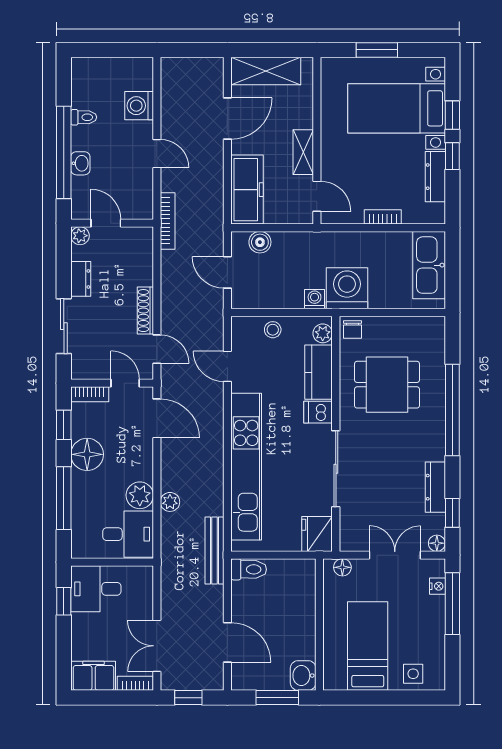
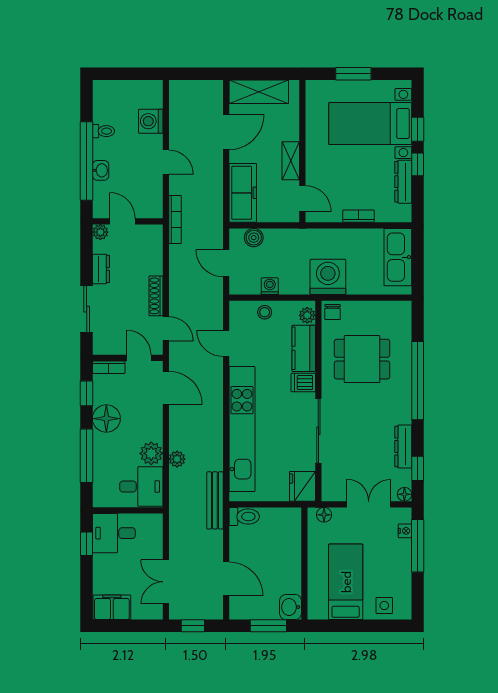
washing machine: (315, 299) -> (270, 286), moved
bookcase: (135, 683) -> (147, 614), removed

